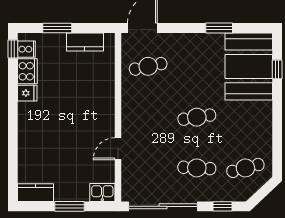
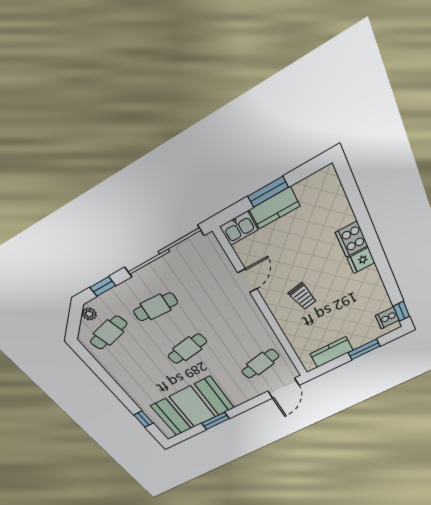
booth: (249, 66) -> (193, 407), moved, turned 90
cooker: (27, 71) -> (352, 239), moved
fridge: (27, 93) -> (361, 261), moved
trolley: (84, 110) -> (303, 297), added
plant: (248, 191) -> (89, 314), added
kitchen counter: (36, 193) -> (275, 208), moved

